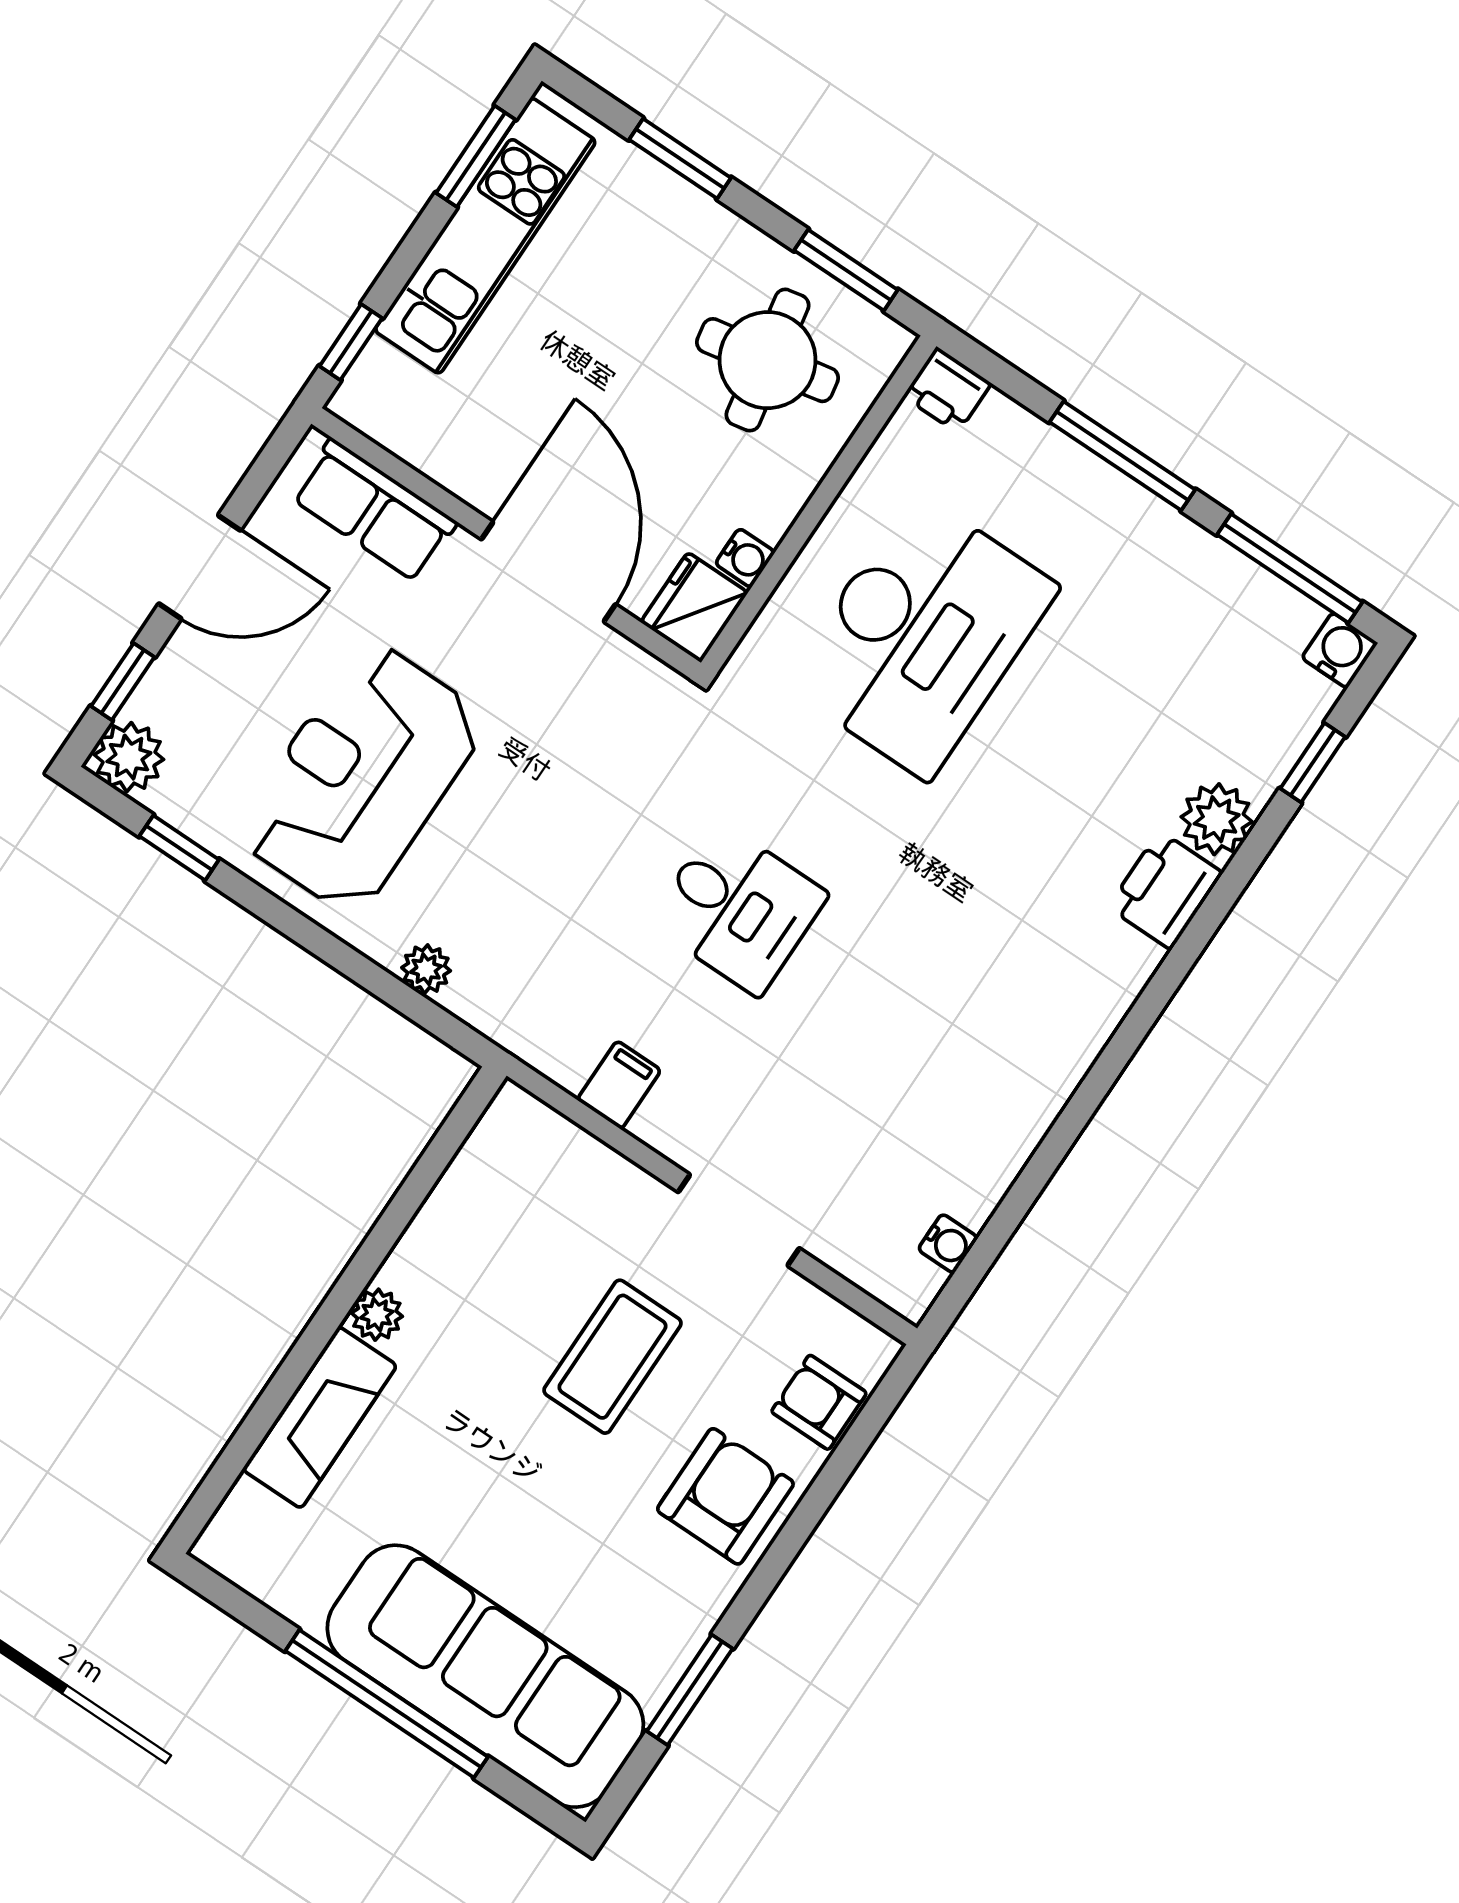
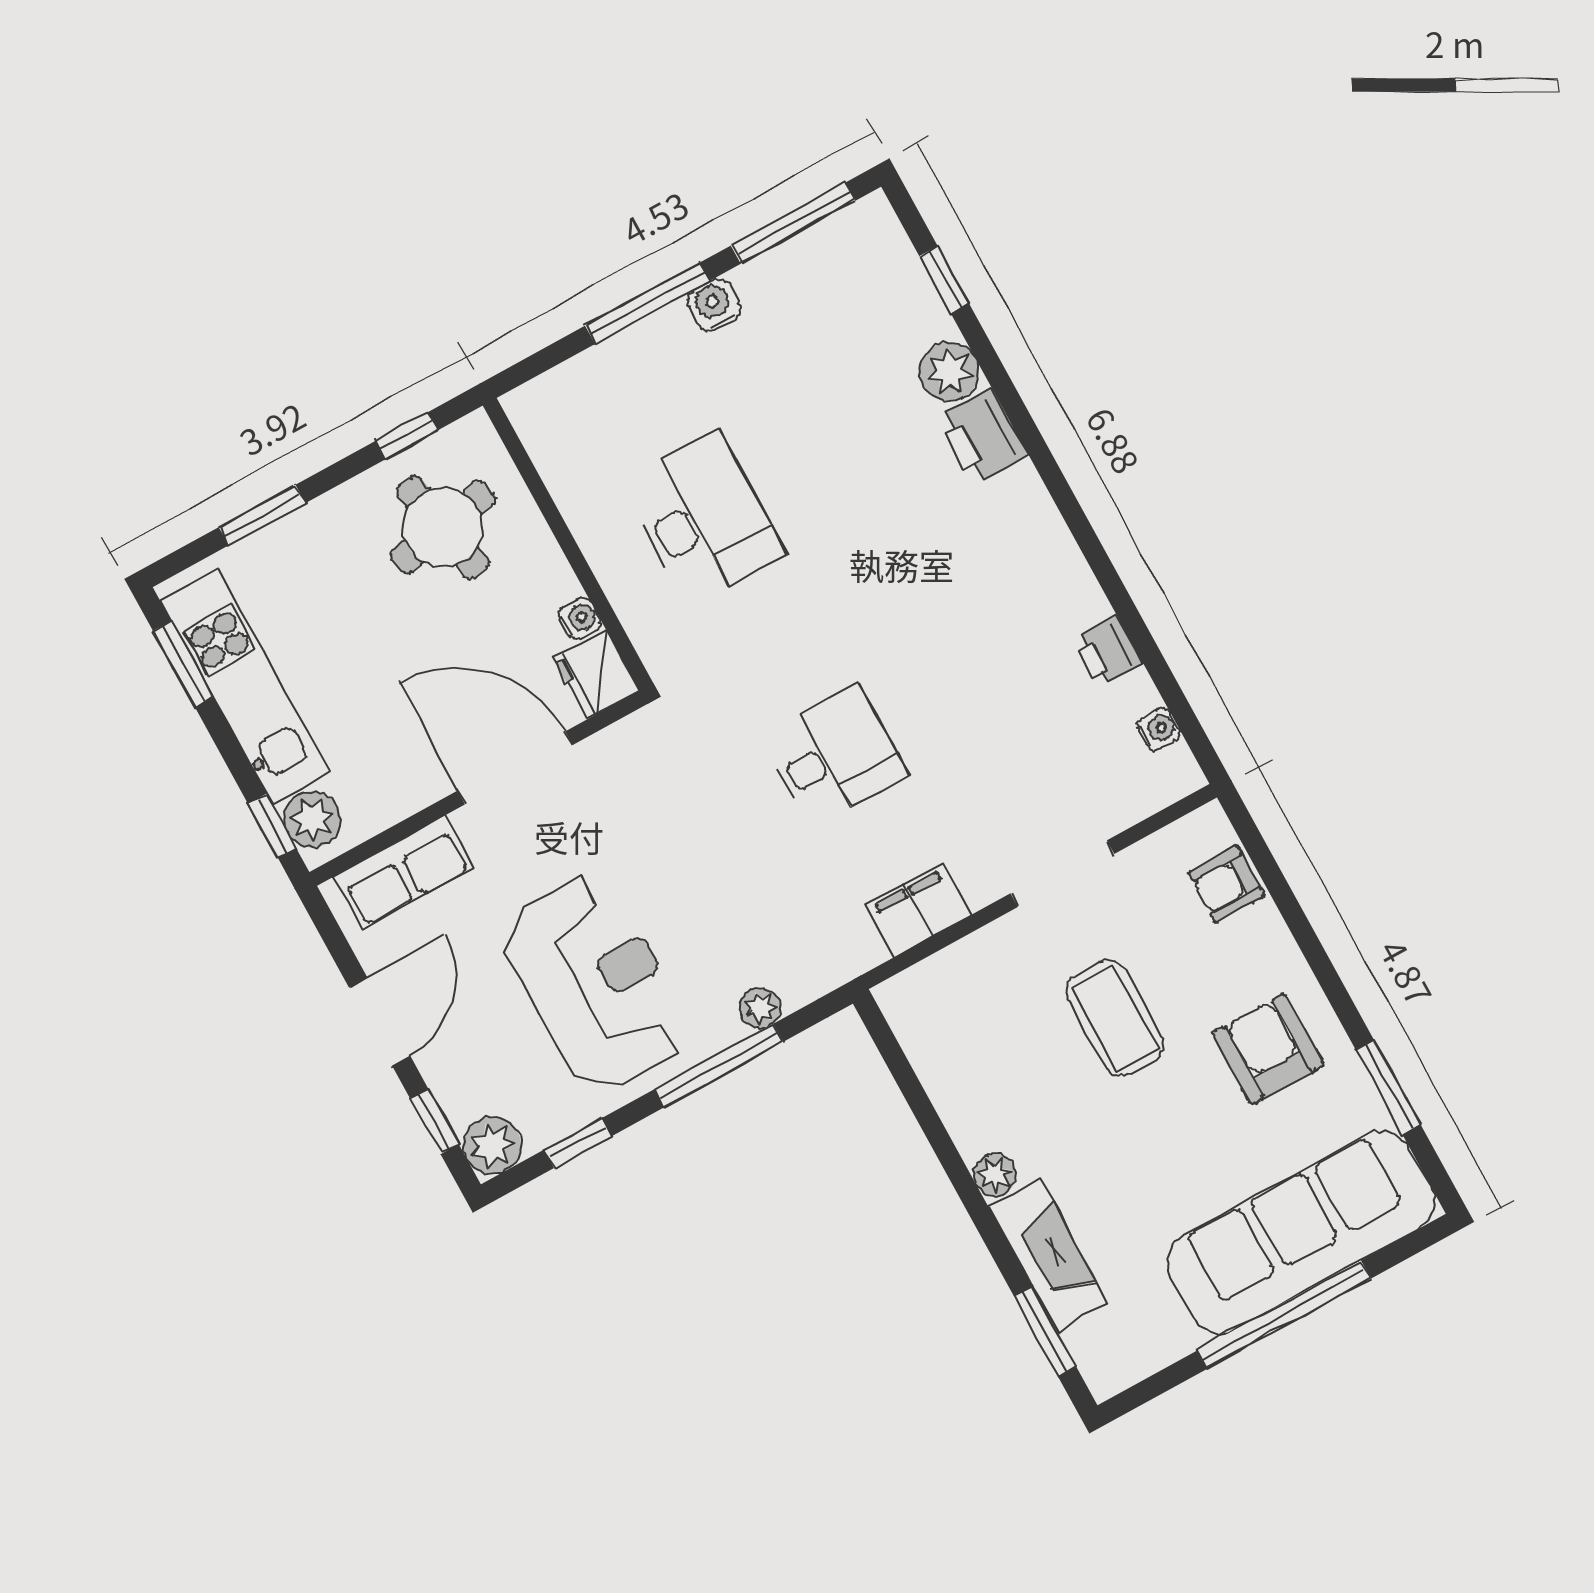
window: (846, 270) -> (407, 436), width x0.67
plant: (380, 382) -> (312, 819), added
printer: (947, 390) -> (1108, 651), moved, turned 90
desk: (921, 636) -> (703, 519), width x0.73, depth x0.77
water cooler: (1340, 650) -> (714, 305), moved
reception desk: (361, 778) -> (595, 983), turned 180
window: (341, 956) -> (719, 1066), added
filing cabinet: (619, 1085) -> (918, 910), width x2.00
window: (236, 1456) -> (1045, 1332), added
armchair: (725, 1496) -> (1268, 1049), moved

